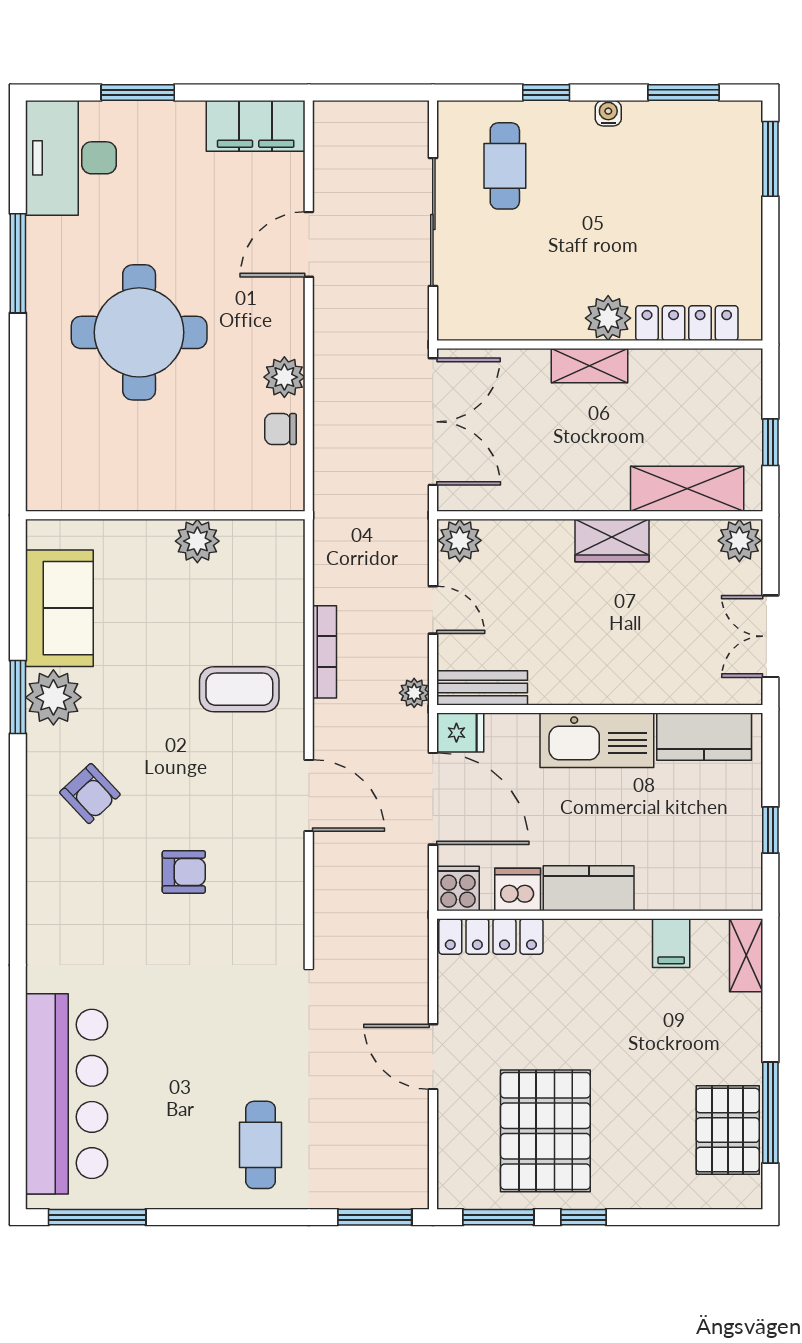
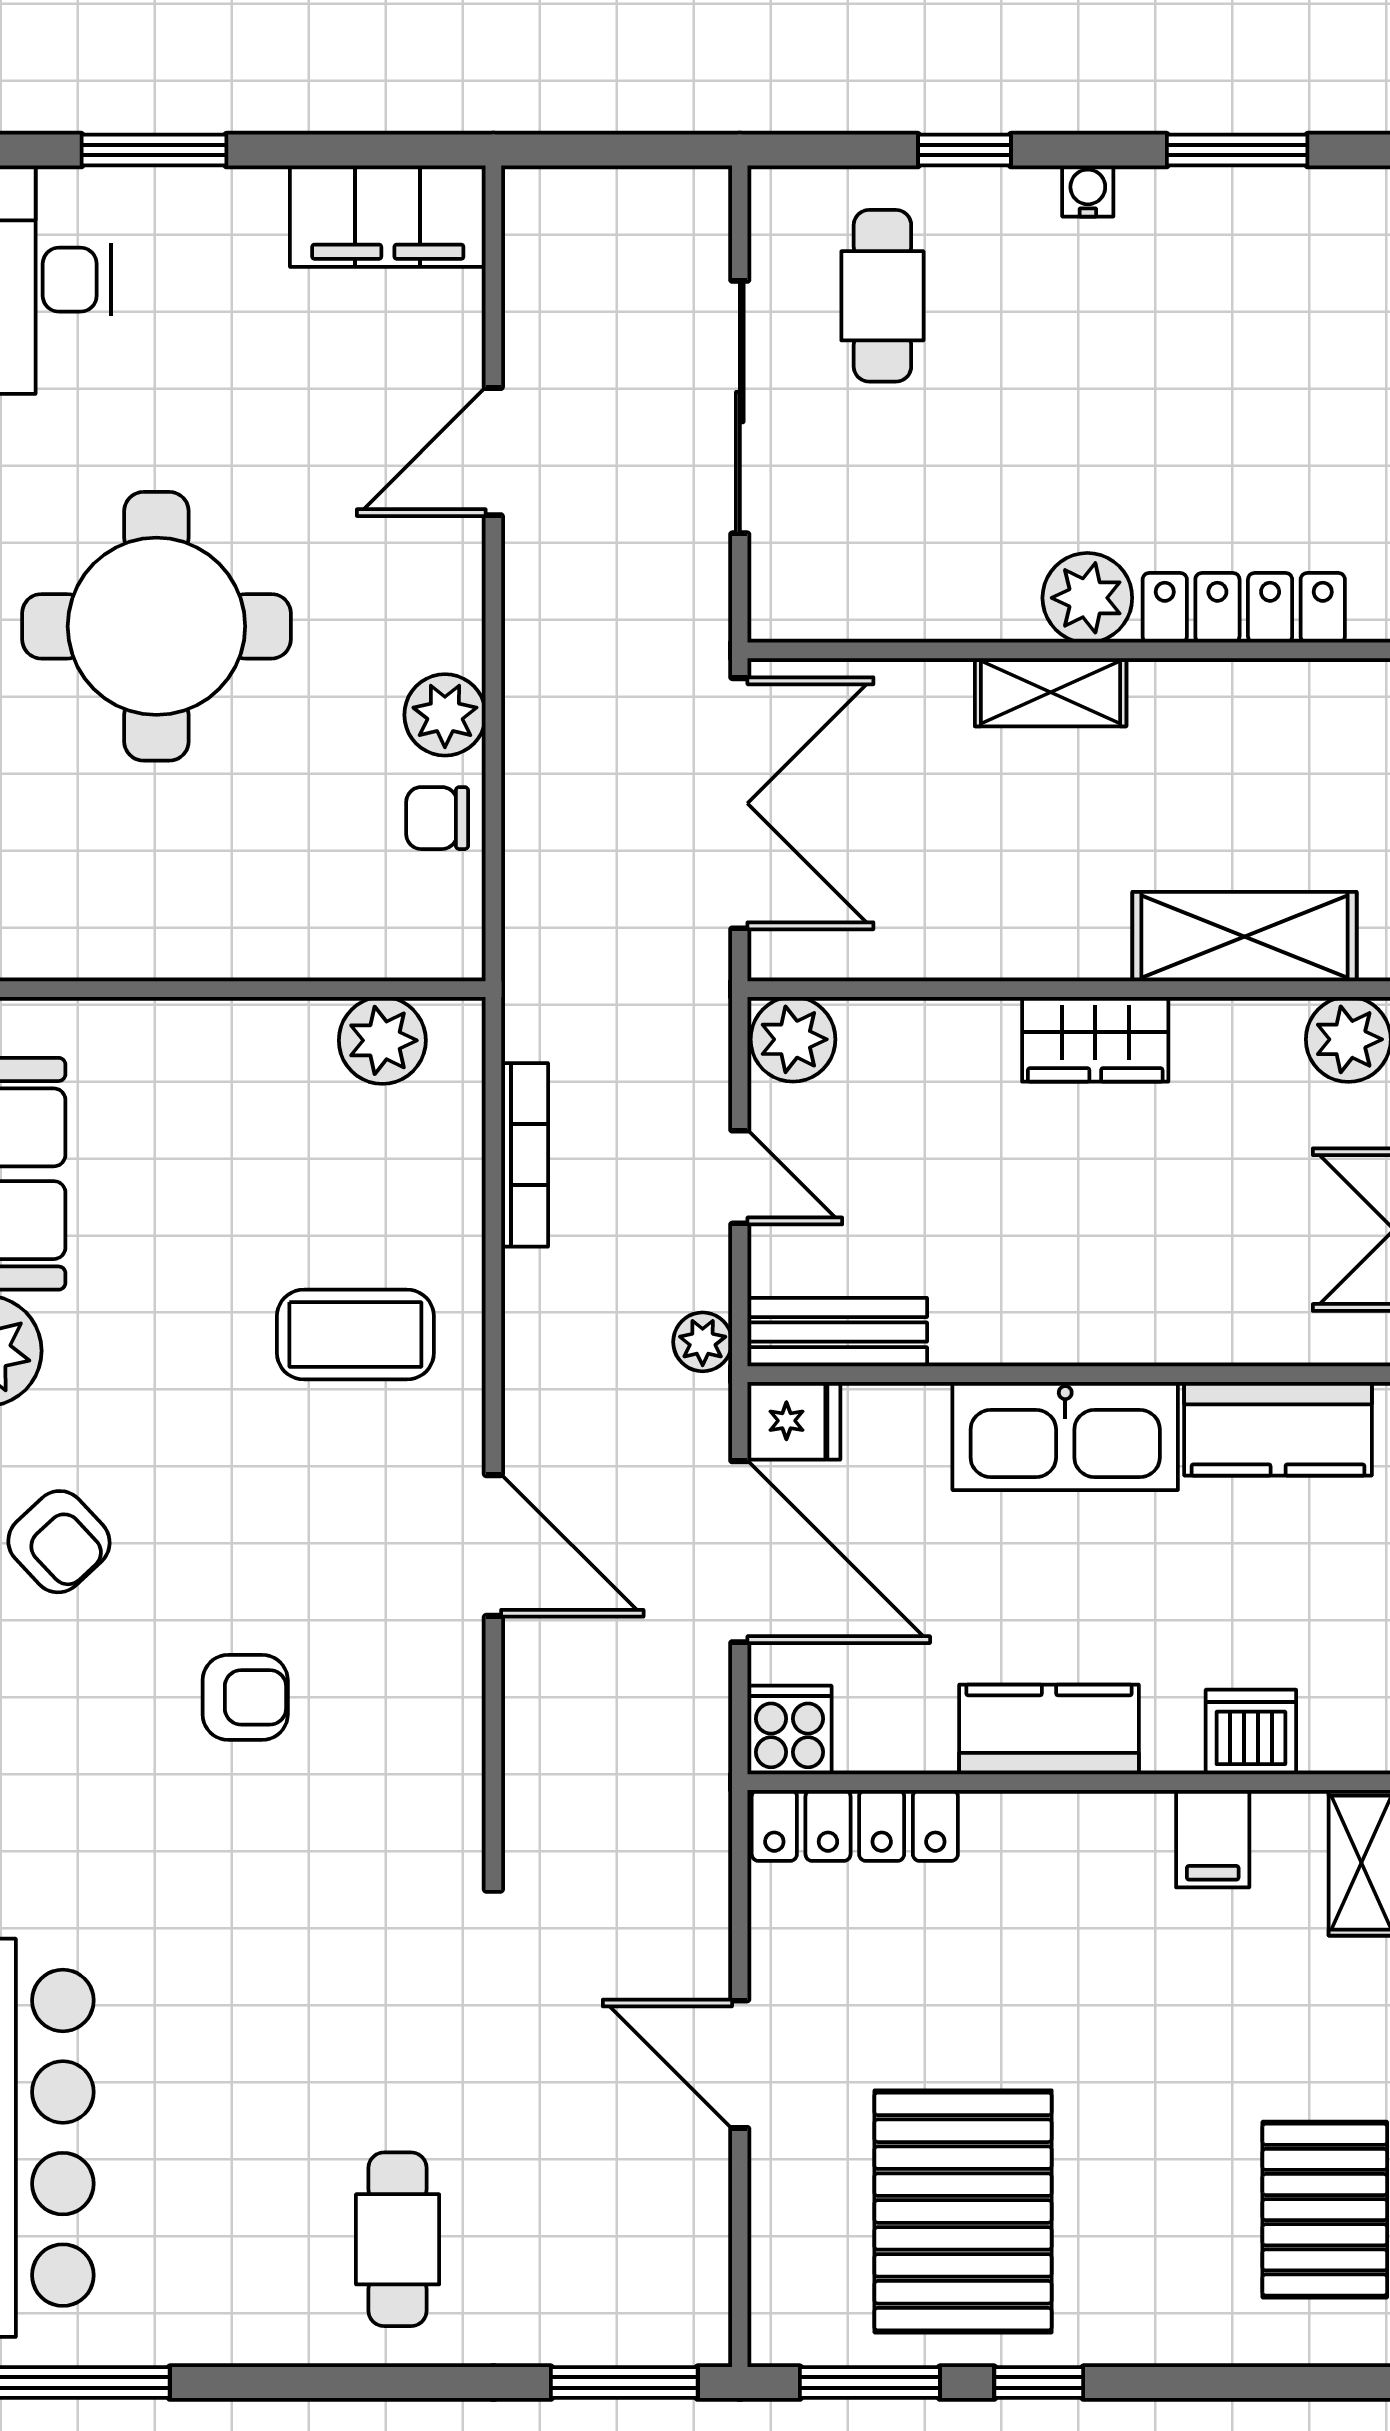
plant: (197, 541) -> (382, 1040), moved
bookcase: (325, 652) -> (525, 1155), moved
dishwasher: (518, 889) -> (1251, 1732), moved

